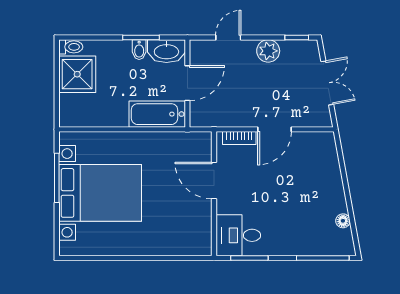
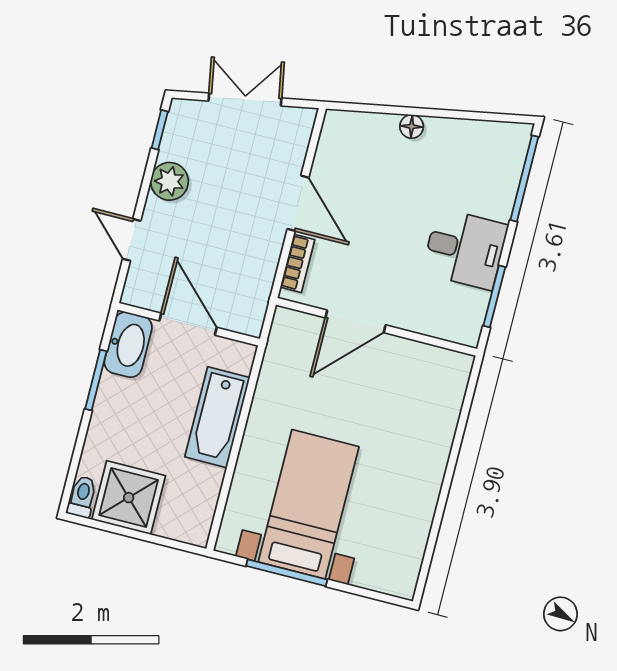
bidet: (139, 50) -> (114, 388), removed
bathtub: (157, 114) -> (217, 417), moved
bed with nightstands: (100, 193) -> (309, 504), width x0.73
floor lamp: (343, 221) -> (412, 126), moved
desk: (238, 235) -> (465, 249), moved, turned -90

